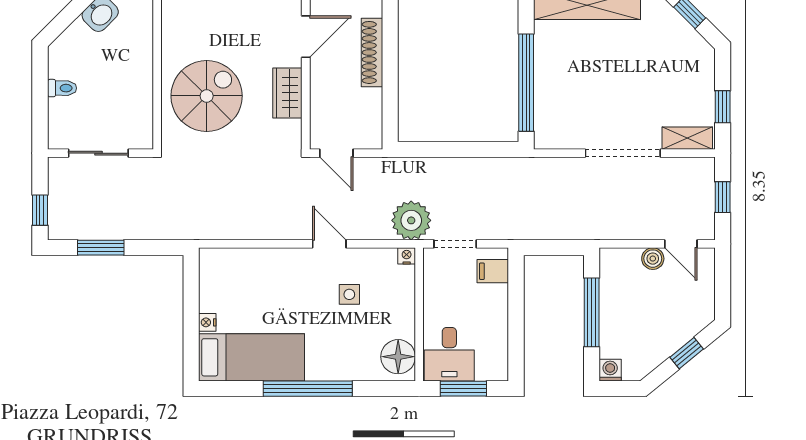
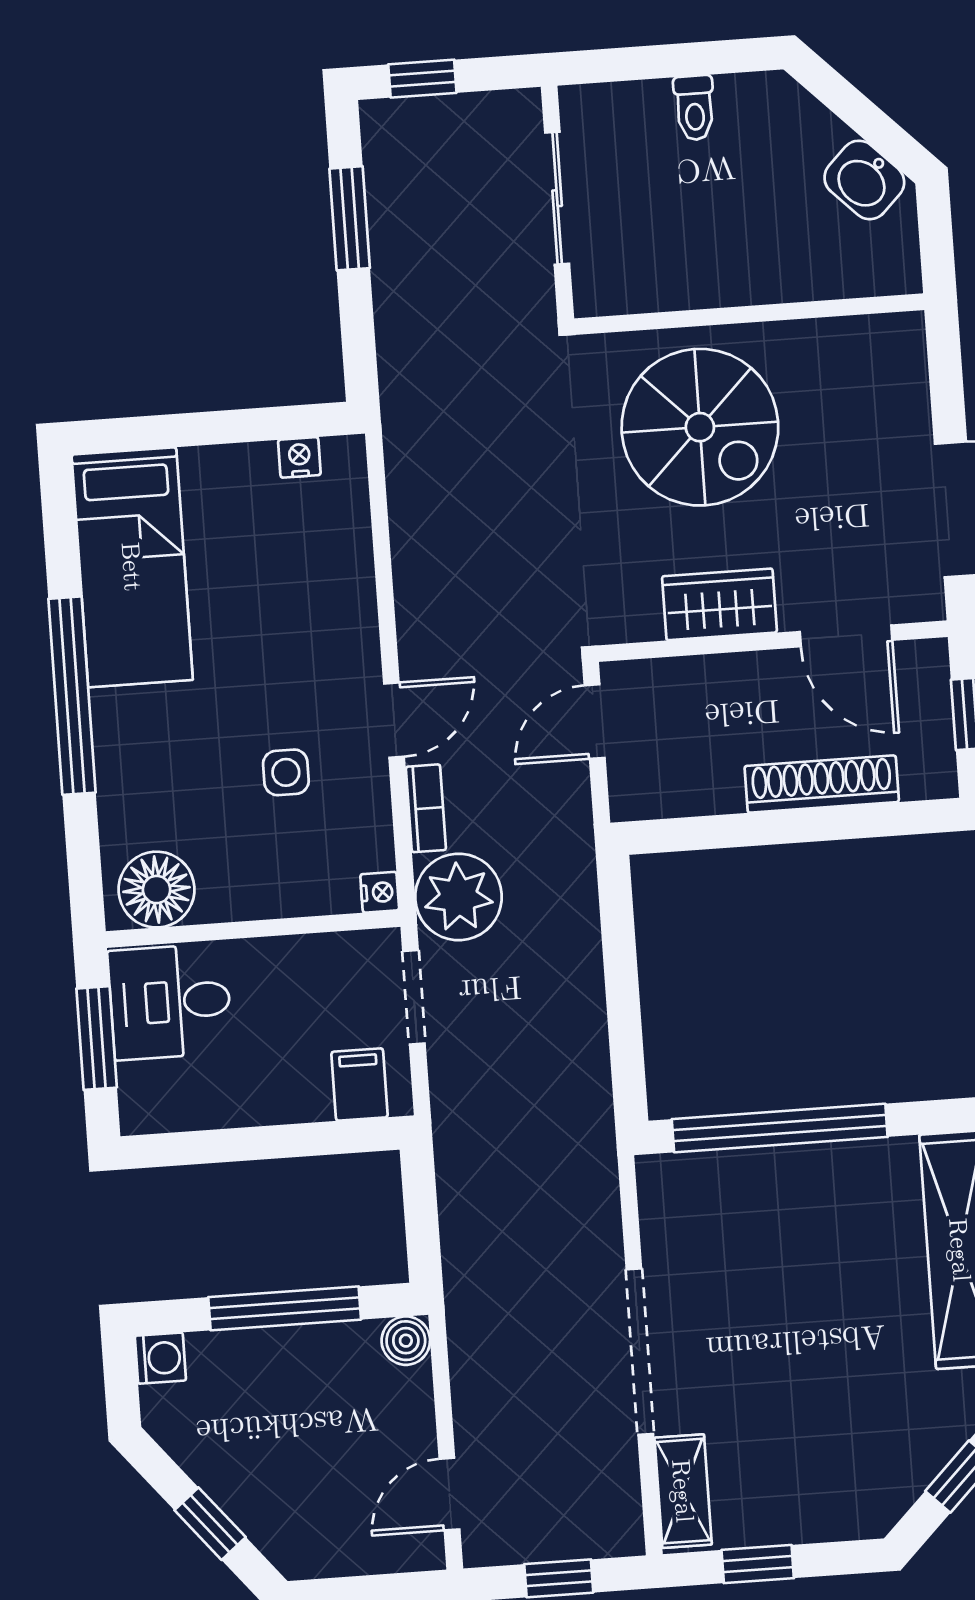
bookcase: (370, 232) -> (426, 808), added
boiler: (653, 259) -> (406, 1341), moved
nightstand: (207, 322) -> (299, 457), moved

